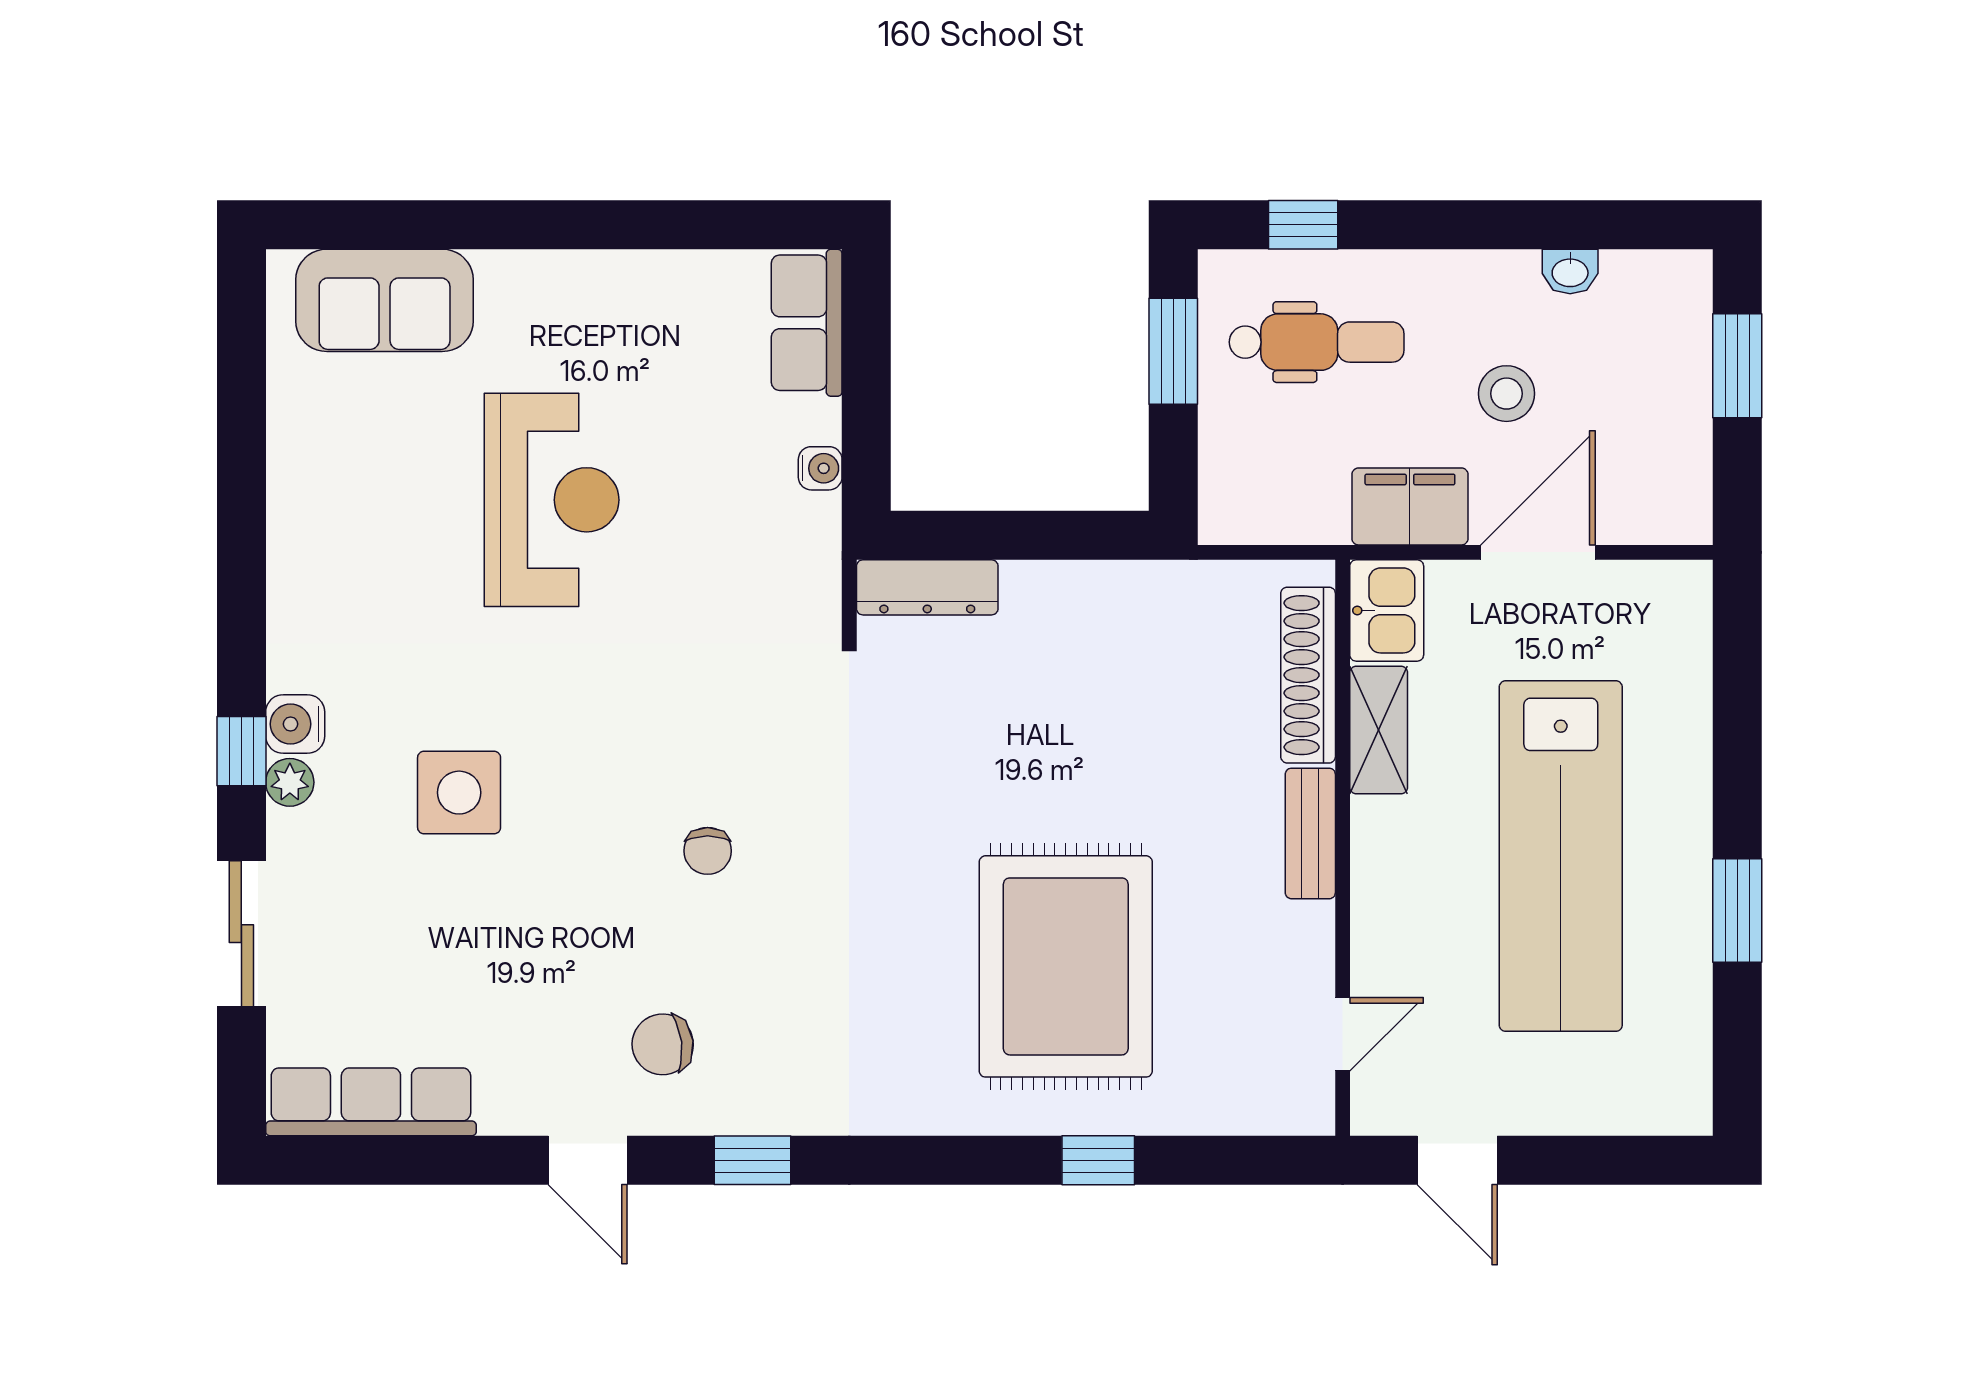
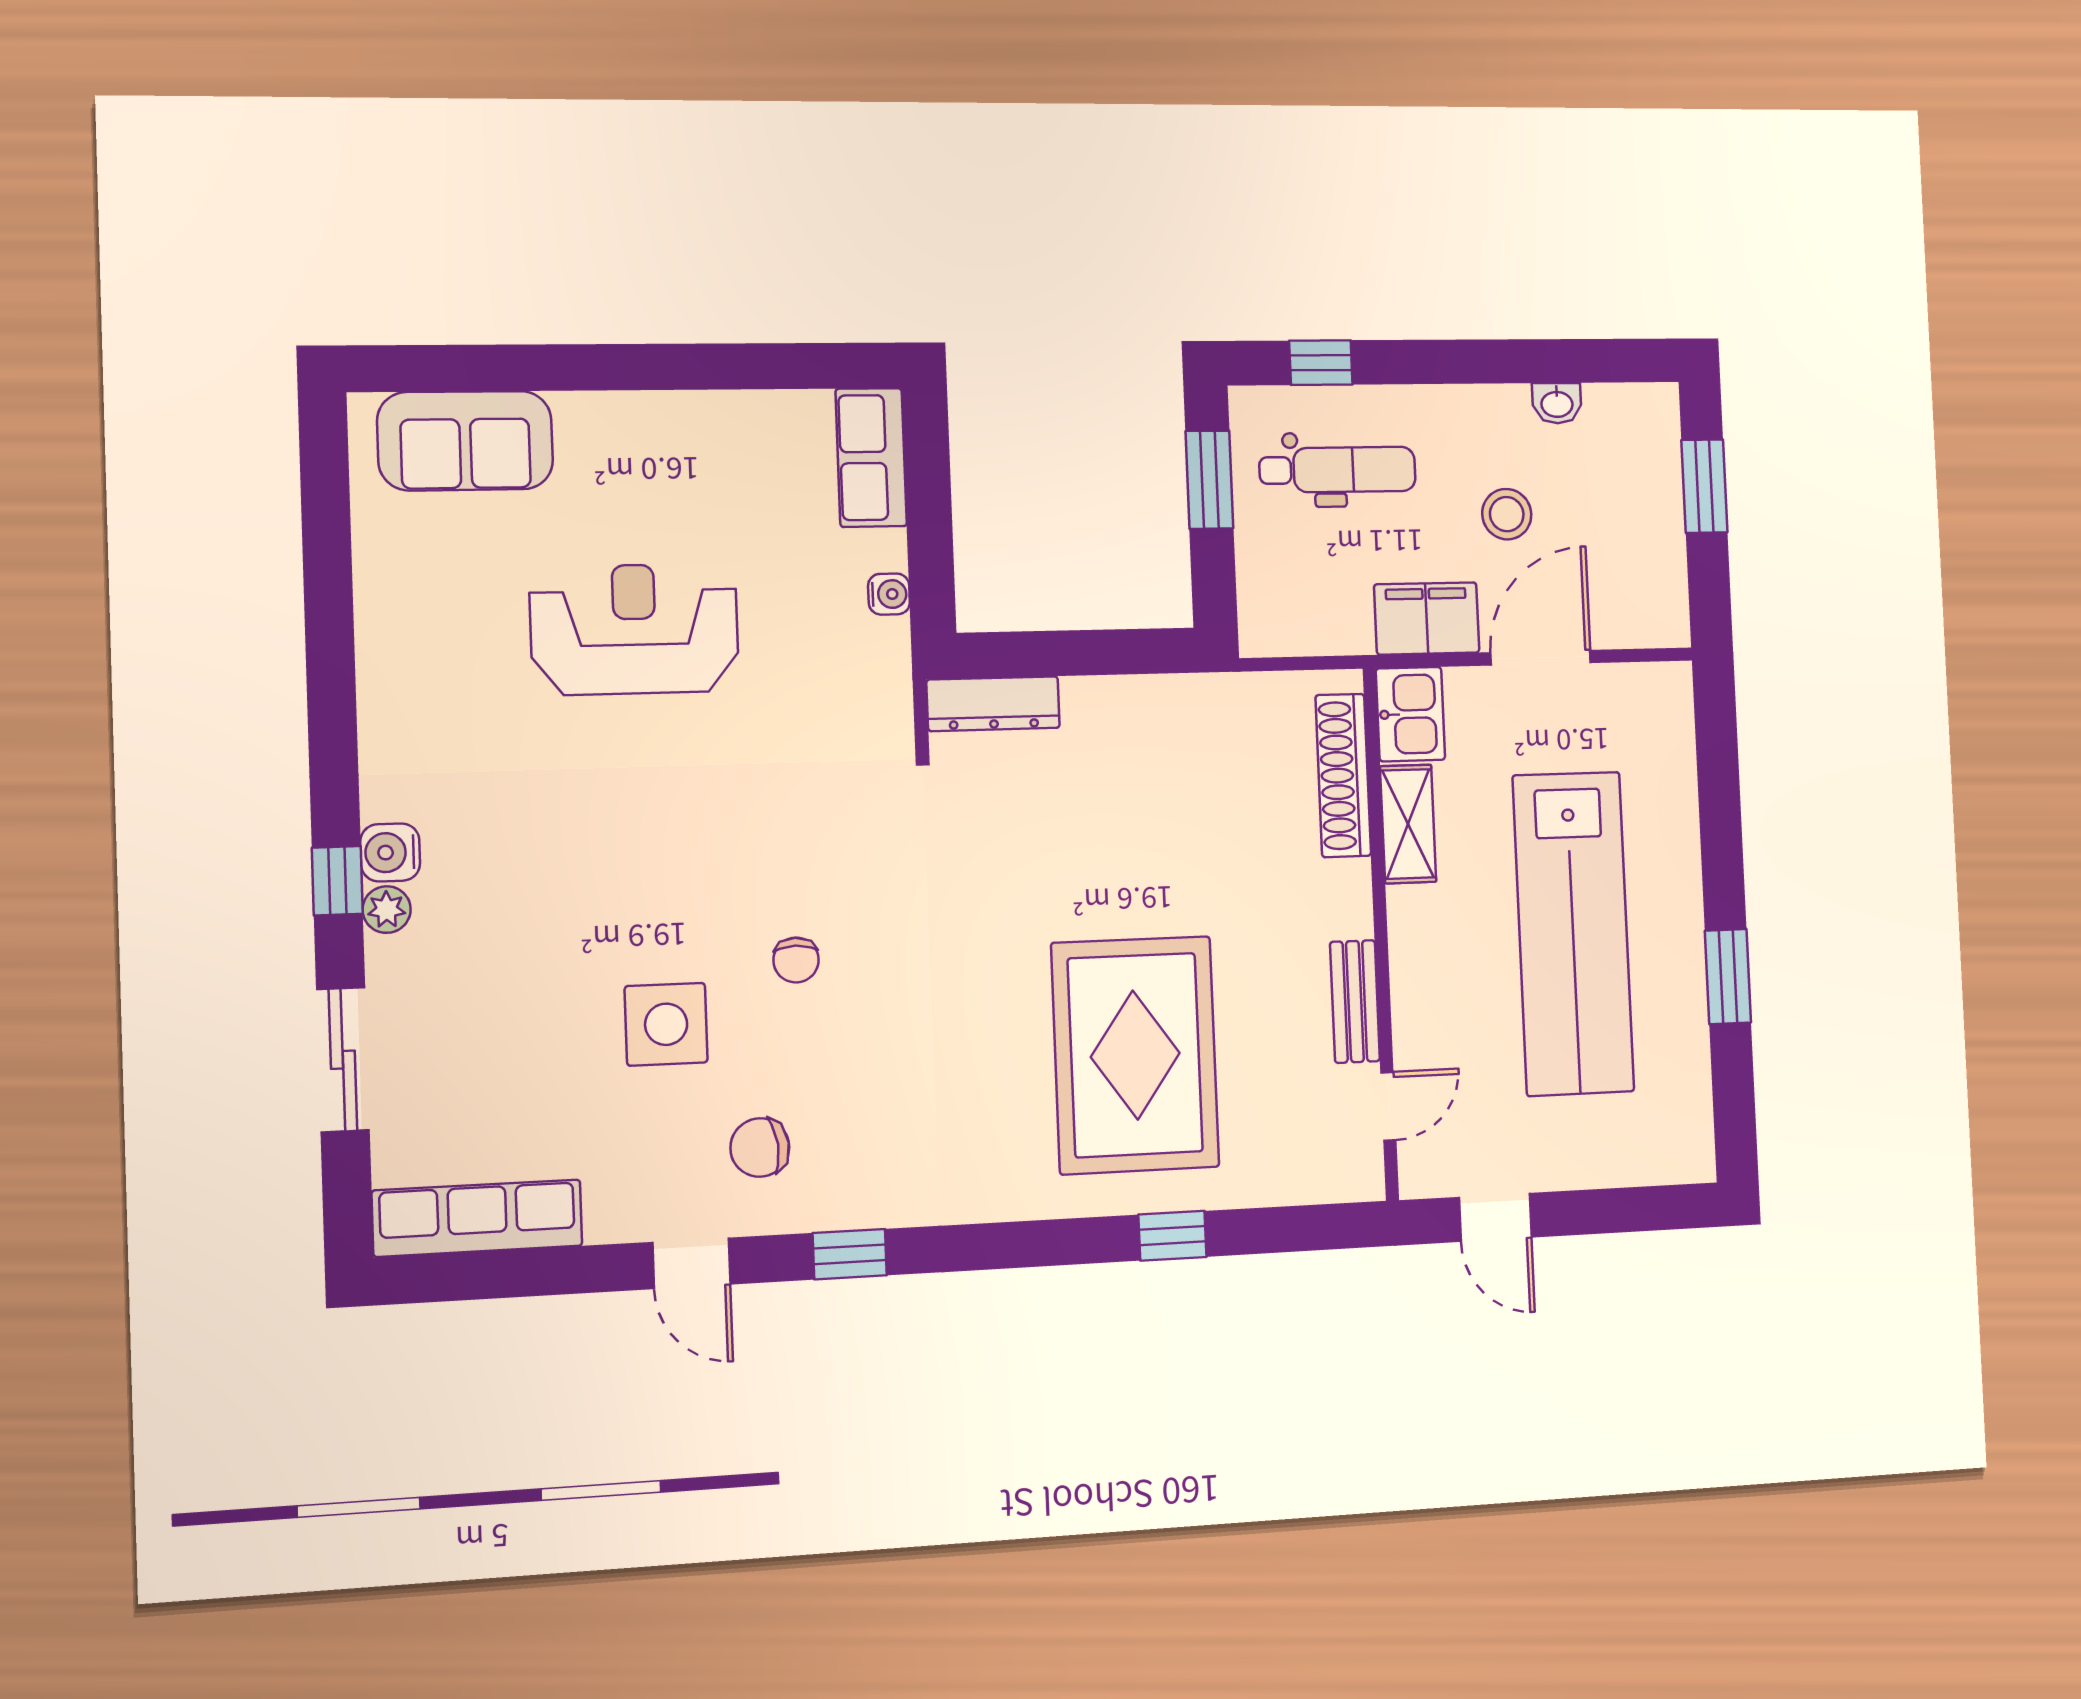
reception desk: (552, 500) -> (634, 629), turned -90
side table: (459, 793) -> (666, 1024), moved
bench: (1310, 833) -> (1355, 1001), moved

